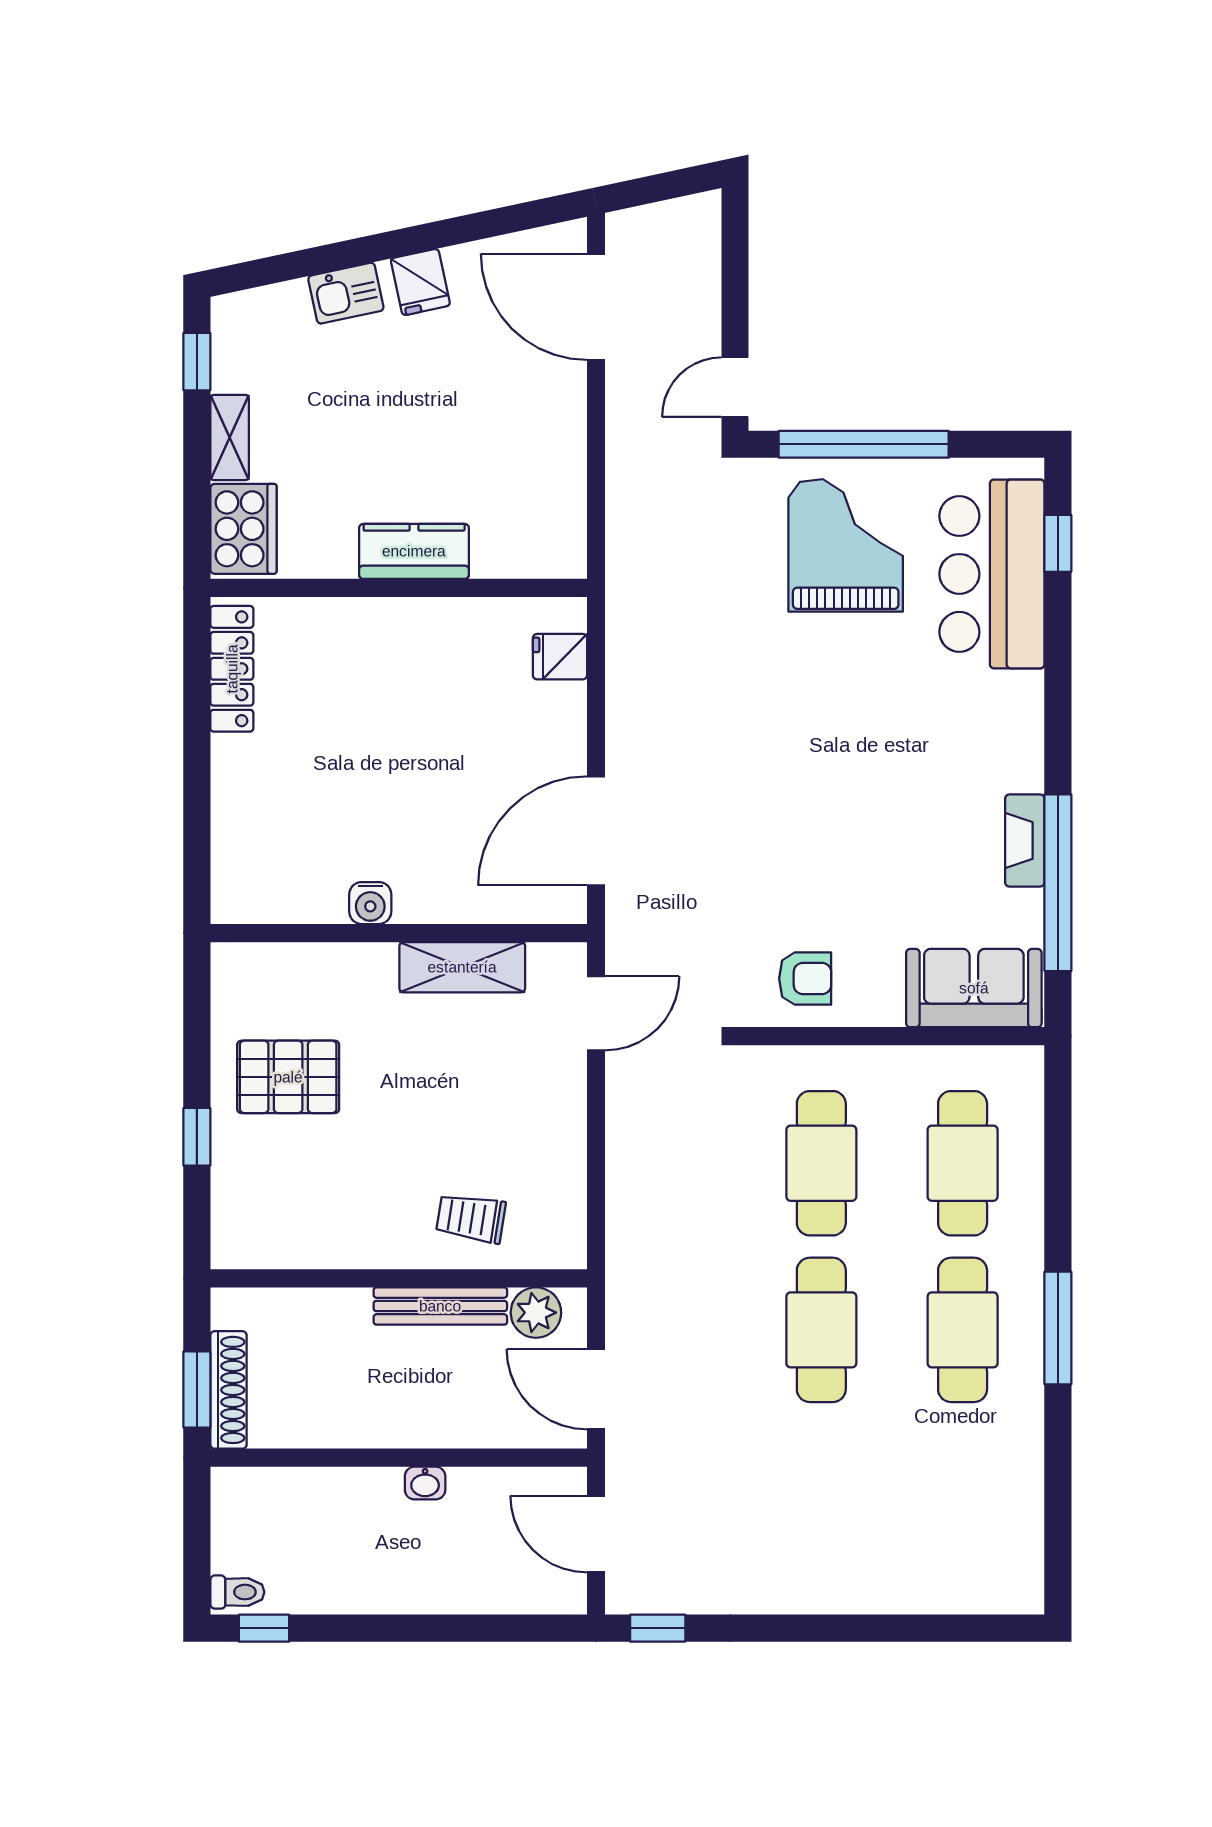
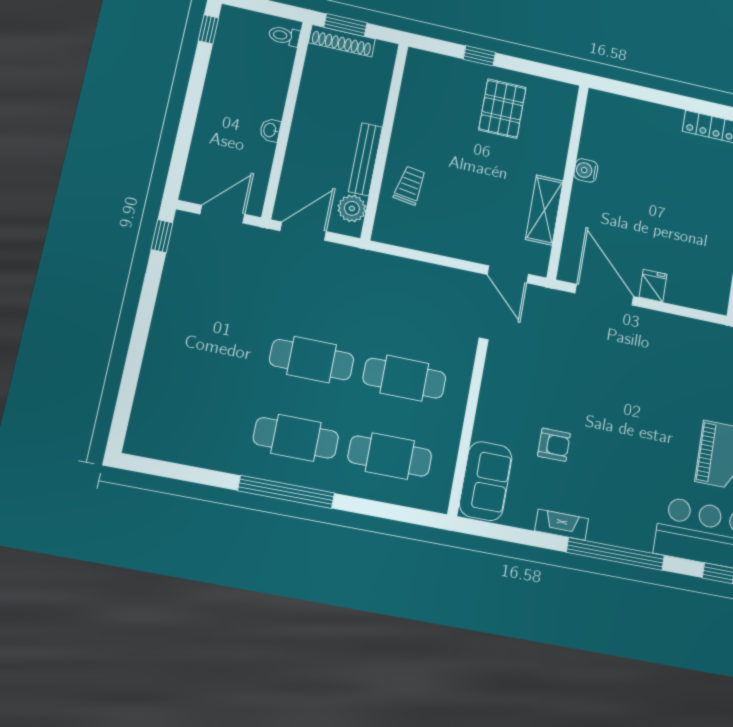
fridge: (560, 657) -> (653, 286), moved
window: (1058, 883) -> (615, 554), moved
armchair: (805, 979) -> (554, 445), moved, turned -90
window: (1058, 1328) -> (286, 492), width x1.46
toilet: (237, 1592) -> (284, 36), moved, turned 90

